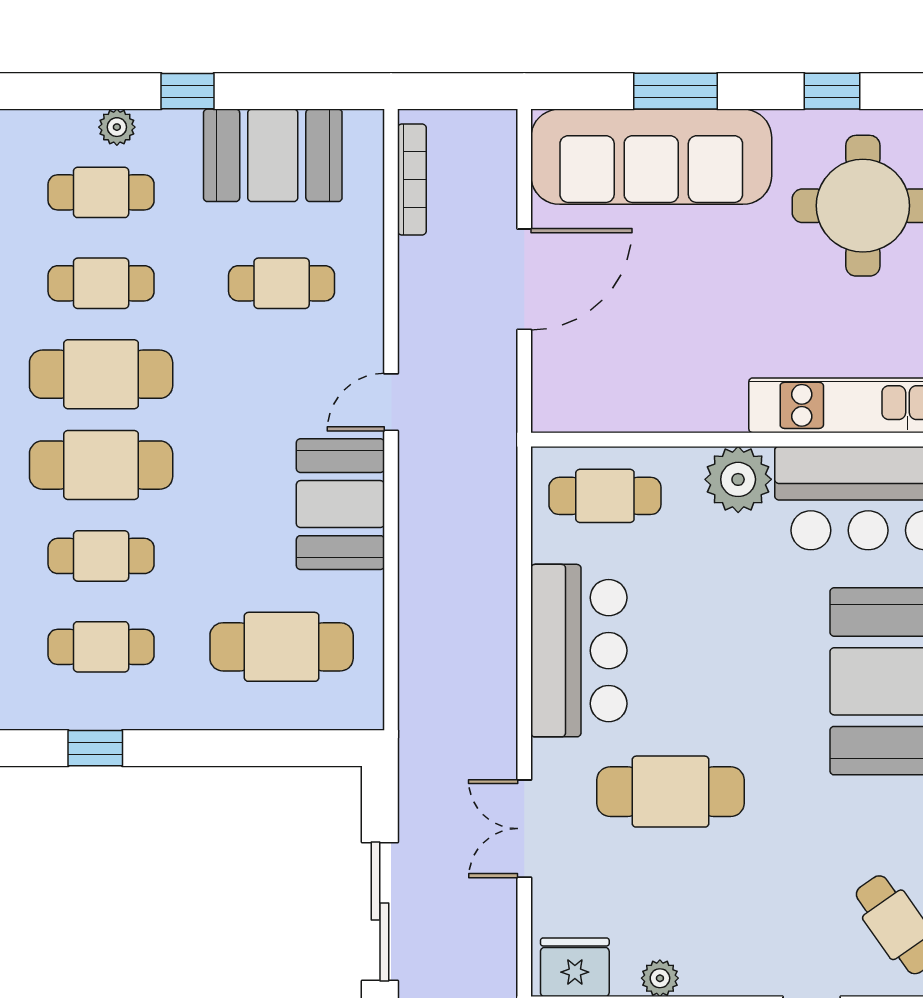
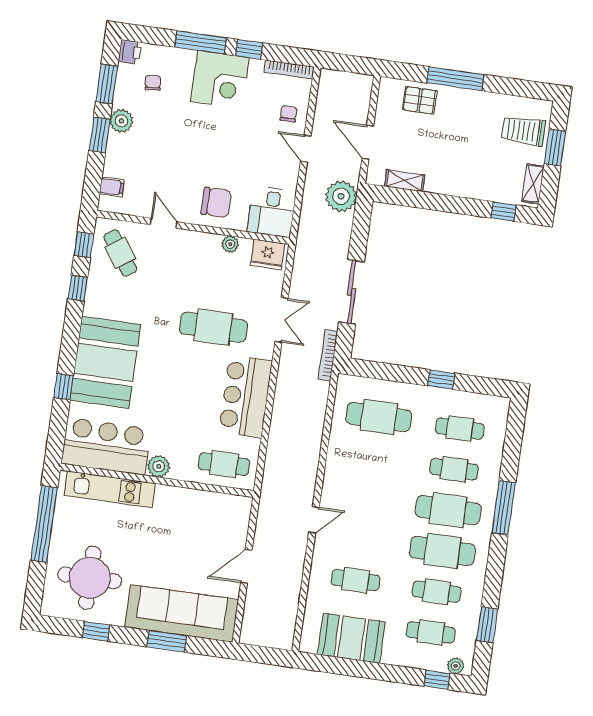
window: (187, 91) -> (437, 680), moved
plant: (117, 127) -> (456, 666), moved
bookcase: (412, 179) -> (328, 355), moved
door: (524, 279) -> (246, 566), width x0.73
plant: (738, 479) -> (159, 466), width x0.73, depth x0.73
booth: (340, 504) -> (343, 477), removed
window: (95, 748) -> (441, 380), moved

